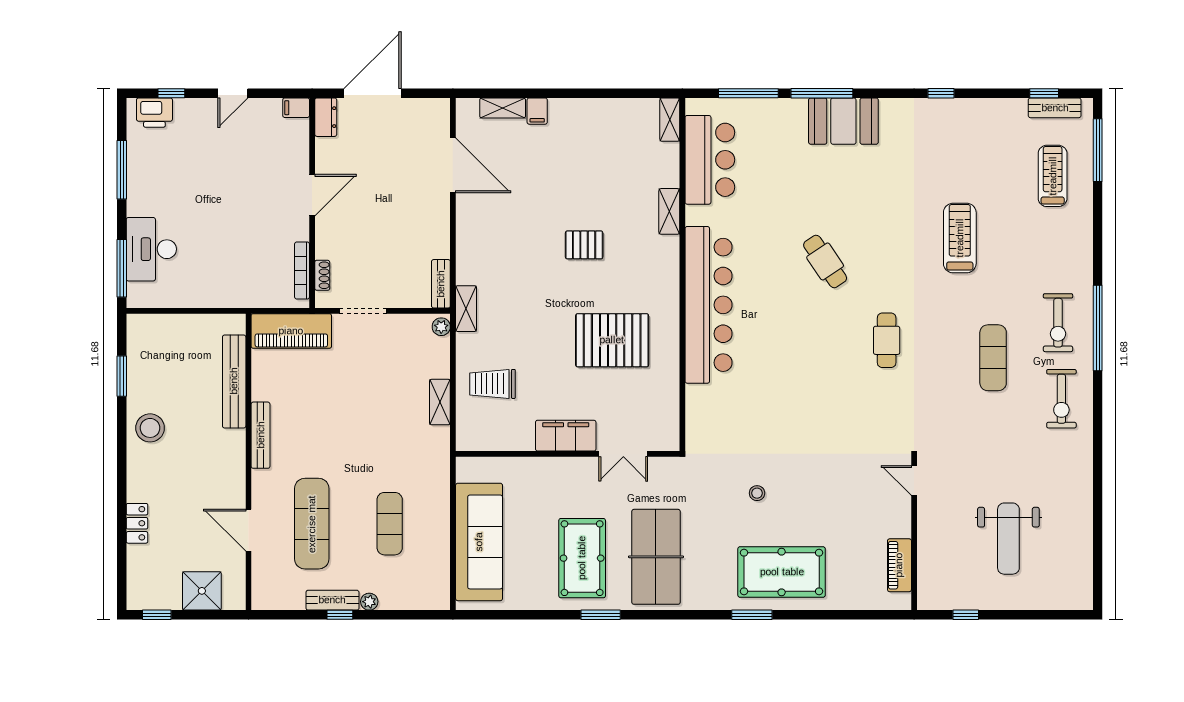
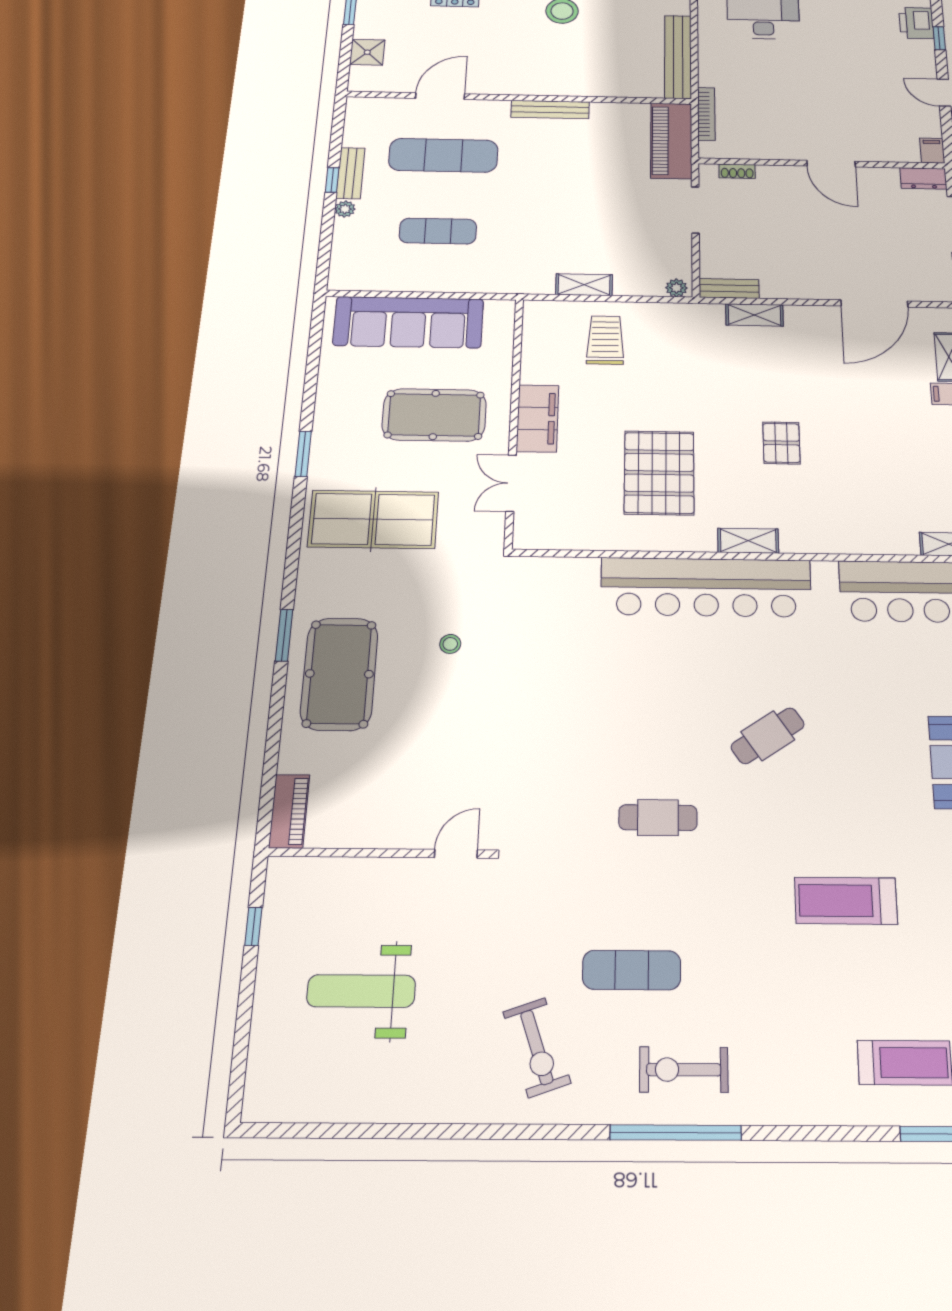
shelving: (669, 211) -> (748, 541), moved
treadmill: (960, 238) -> (846, 901), moved, turned 180
bookcase: (302, 271) -> (706, 114), moved, turned 90
shelving: (466, 309) -> (754, 315), moved
bench: (234, 381) -> (678, 57), moved, turned 90
exercise bike: (1061, 399) -> (537, 1047), moved, turned -109
pool table: (582, 558) -> (434, 415), moved
piano: (899, 565) -> (289, 811), moved, turned 90
shower: (202, 591) -> (367, 52), width x0.73, depth x0.73

